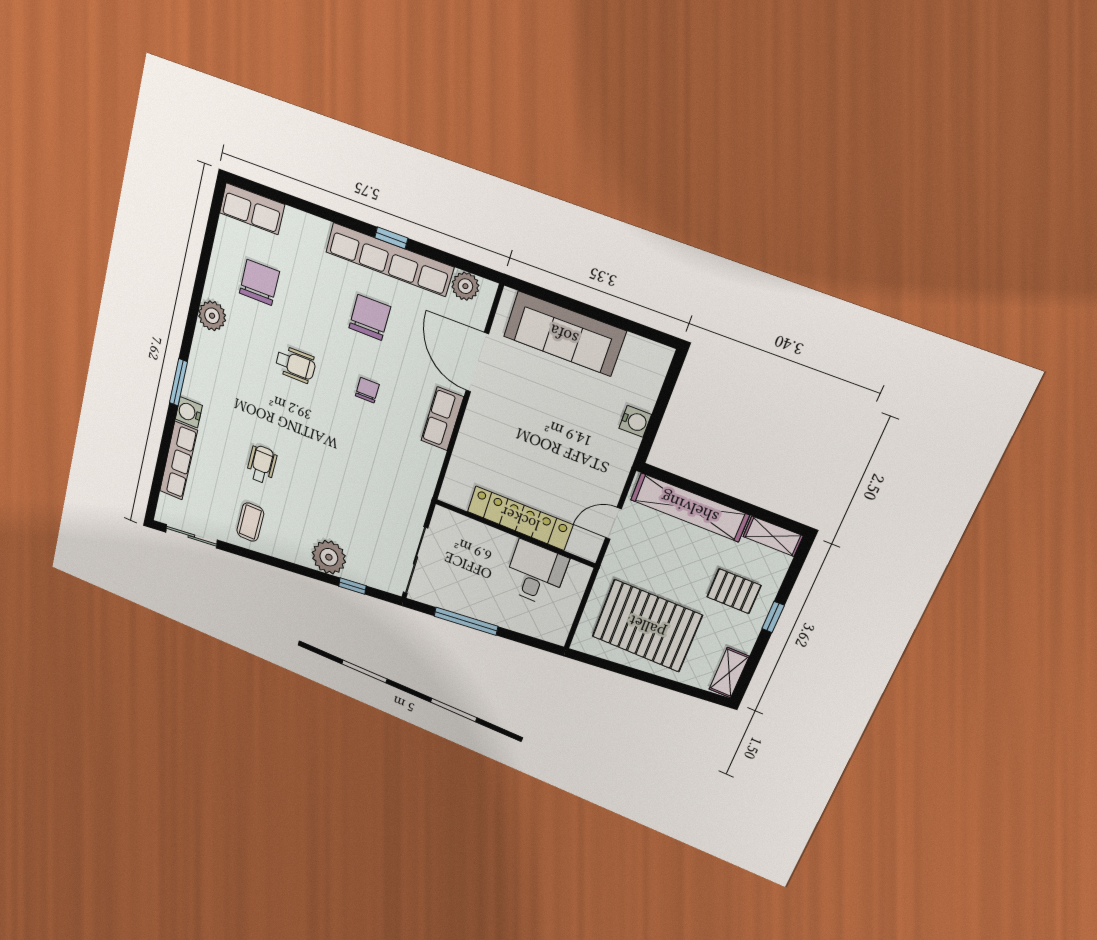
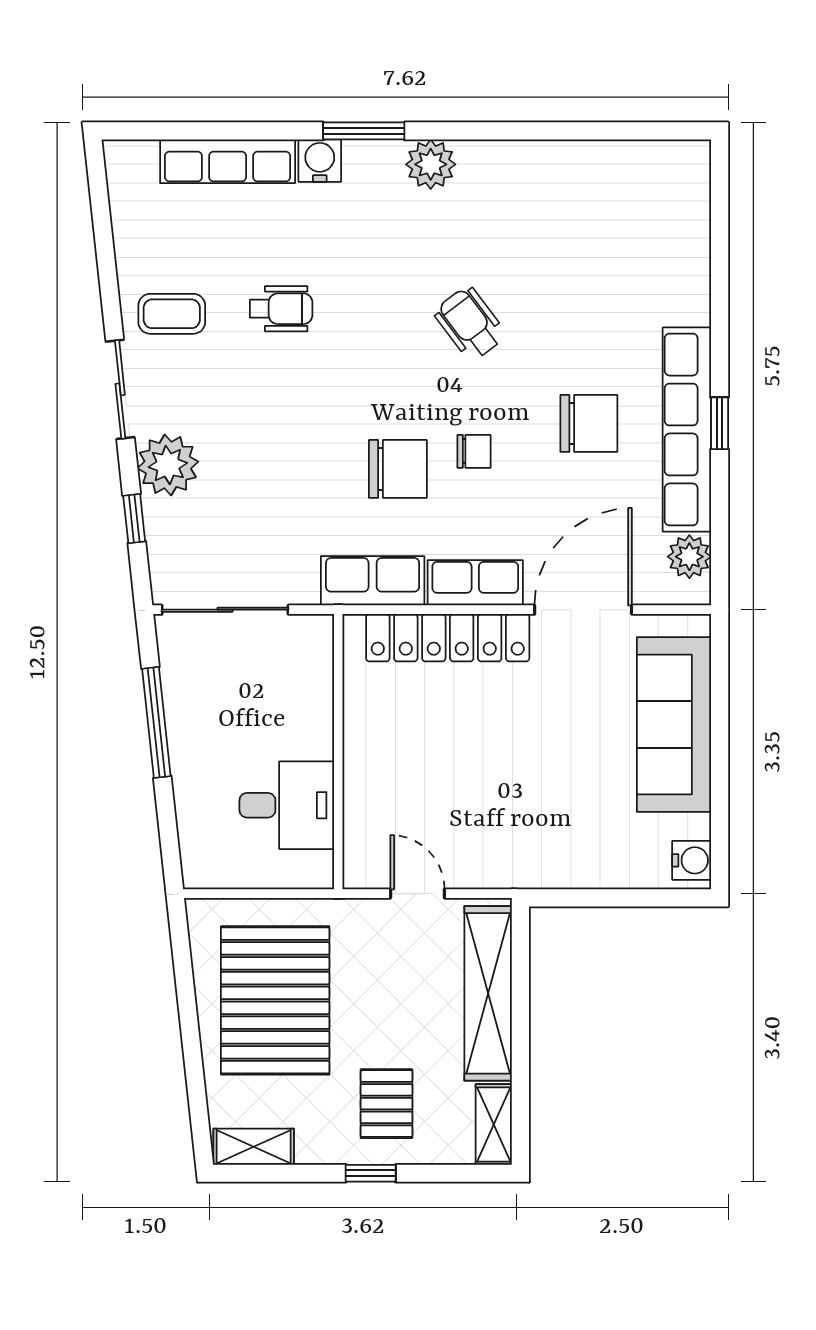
row of seats: (252, 209) -> (373, 581), moved, turned 90
chair: (259, 282) -> (398, 469), moved
plant: (212, 316) -> (431, 164), moved
wheelchair: (295, 365) -> (470, 324), turned 143
water cooler: (635, 421) -> (692, 860), moved, turned -90
locker: (520, 518) -> (448, 638), moved, turned 90
sliding door: (191, 536) -> (120, 389), moved

